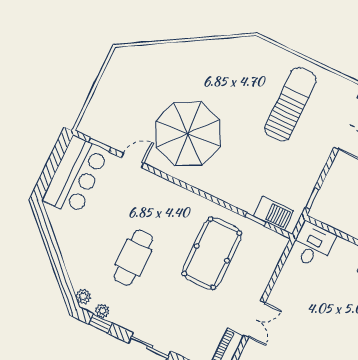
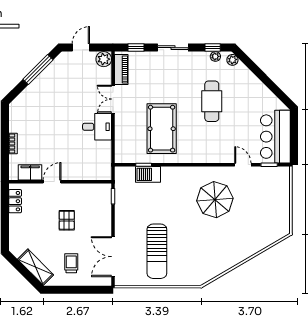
parasol: (188, 134) -> (215, 200), width x0.73, depth x0.73
door: (133, 160) -> (243, 165), swing flipped
barbecue: (273, 213) -> (148, 174), moved
desk: (313, 245) -> (97, 127), moved, turned -90

